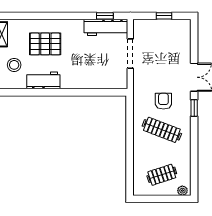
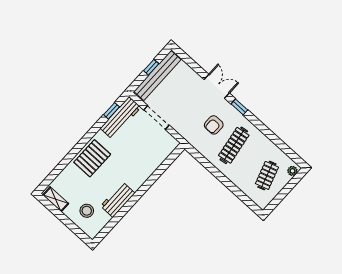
bench: (162, 26) -> (157, 76), added
pallet: (45, 44) -> (92, 158), moved
armchair: (163, 101) -> (214, 125), turned -90
clothes rail: (162, 130) -> (234, 145), turned -30

